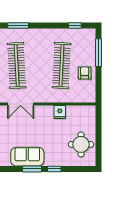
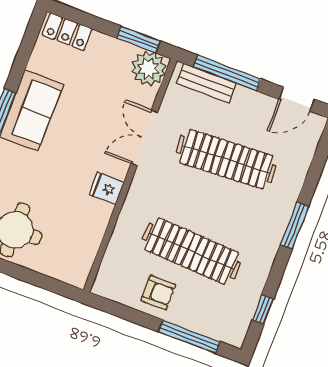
window: (18, 26) -> (295, 226), moved
fridge: (60, 112) -> (106, 188), moved

